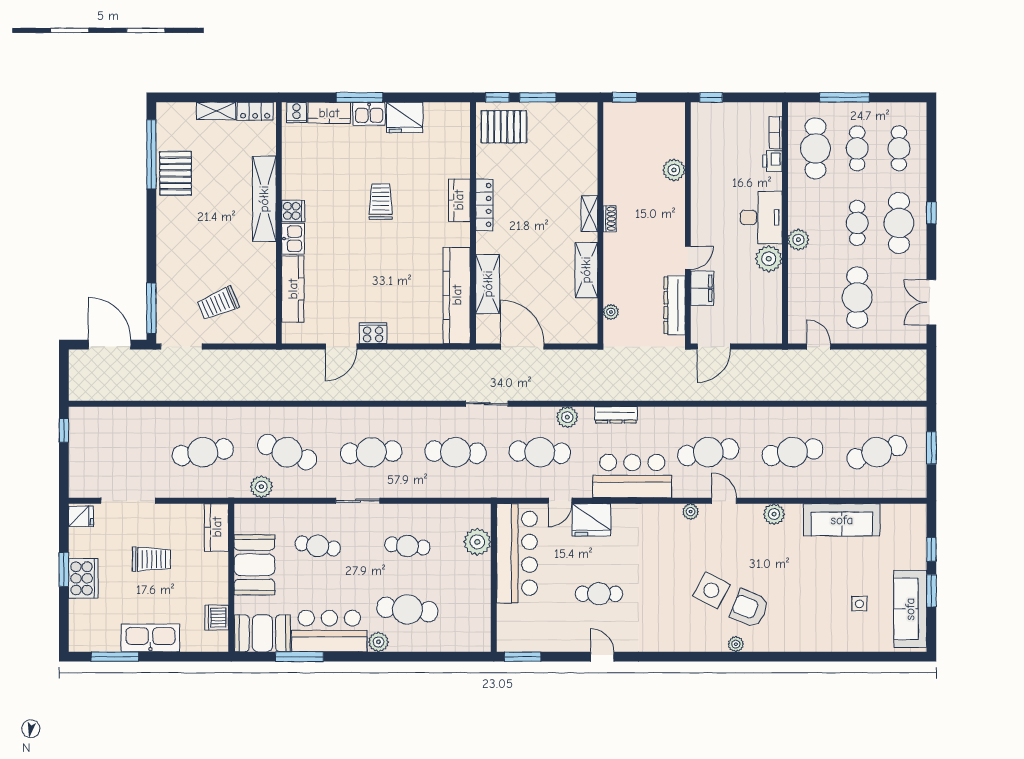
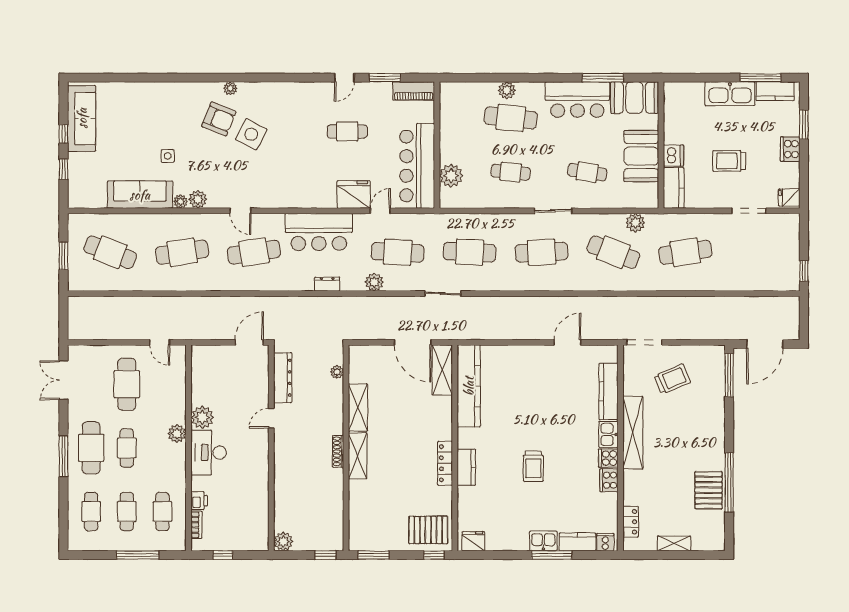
window: (538, 97) -> (374, 555), moved
window: (711, 97) -> (223, 555), moved
locker: (255, 111) -> (631, 522), moved, turned 90
fridge: (405, 117) -> (473, 541), moved, width x0.73, depth x0.75
cafe table: (815, 148) -> (162, 511), width x0.73, depth x0.74
window: (151, 154) -> (729, 482), moved
plant: (674, 170) -> (283, 541), moved
shelving: (264, 199) -> (633, 433), moved
window: (931, 213) -> (63, 456), width x2.17
shelving: (589, 214) -> (358, 456), width x1.50, depth x1.33
shoe rack: (610, 219) -> (338, 451), width x1.43
shelving: (488, 284) -> (442, 370), moved
filing cabinet: (702, 288) -> (259, 392), removed
double door: (931, 302) -> (63, 380), swing flipped
cooker: (373, 333) -> (609, 480), moved, turned 90
door: (110, 345) -> (765, 344), hinge flipped
doorway: (181, 347) -> (644, 342), moved
dresser: (616, 415) -> (327, 284), width x0.70
cafe table: (877, 452) -> (110, 252), turned 39
doorway: (128, 501) -> (749, 211), width x0.73
plant: (691, 512) -> (181, 202), moved
window: (64, 569) -> (804, 125), moved
cooker: (83, 578) -> (790, 149), width x0.73, depth x0.76
window: (931, 591) -> (63, 134), width x0.67
side table: (859, 604) -> (168, 156), moved
dishwasher: (217, 618) -> (673, 156), moved
kitchen counter: (98, 641) -> (775, 91), added
piano: (521, 641) -> (414, 91), added
plant: (378, 642) -> (507, 90), moved
window: (523, 657) -> (385, 78), moved
door: (602, 657) -> (344, 78), hinge flipped

